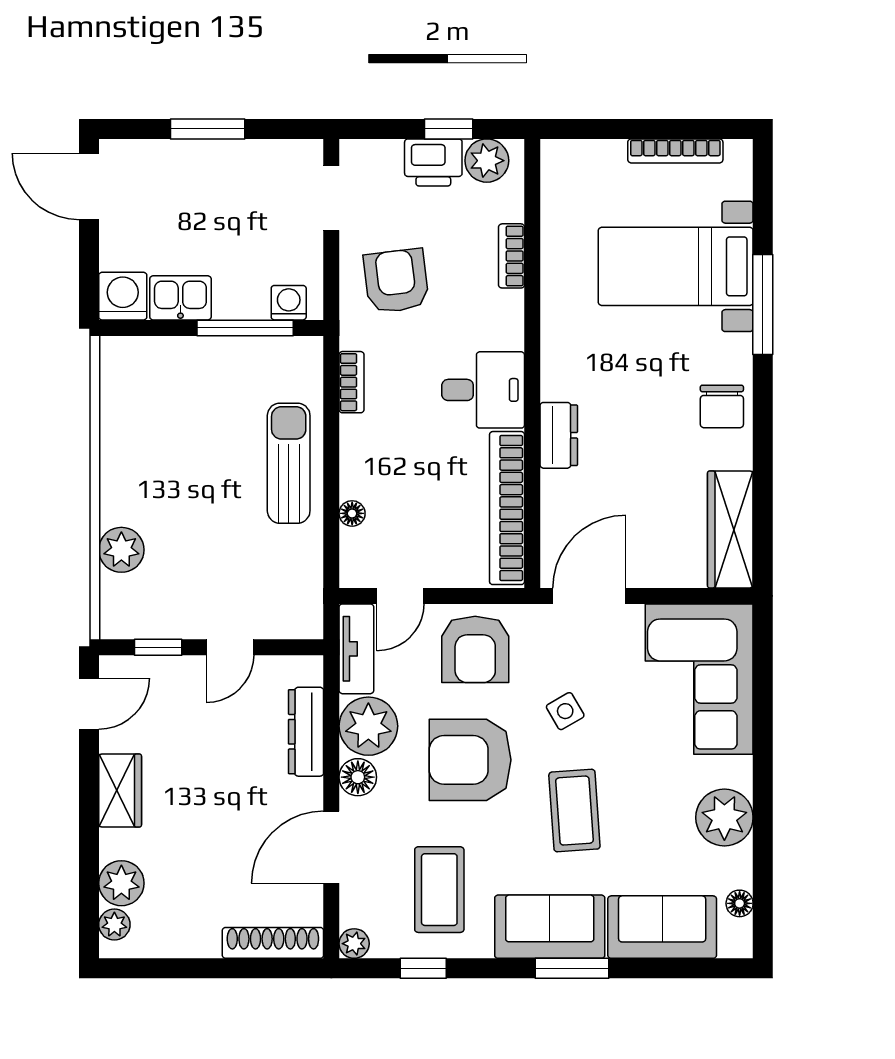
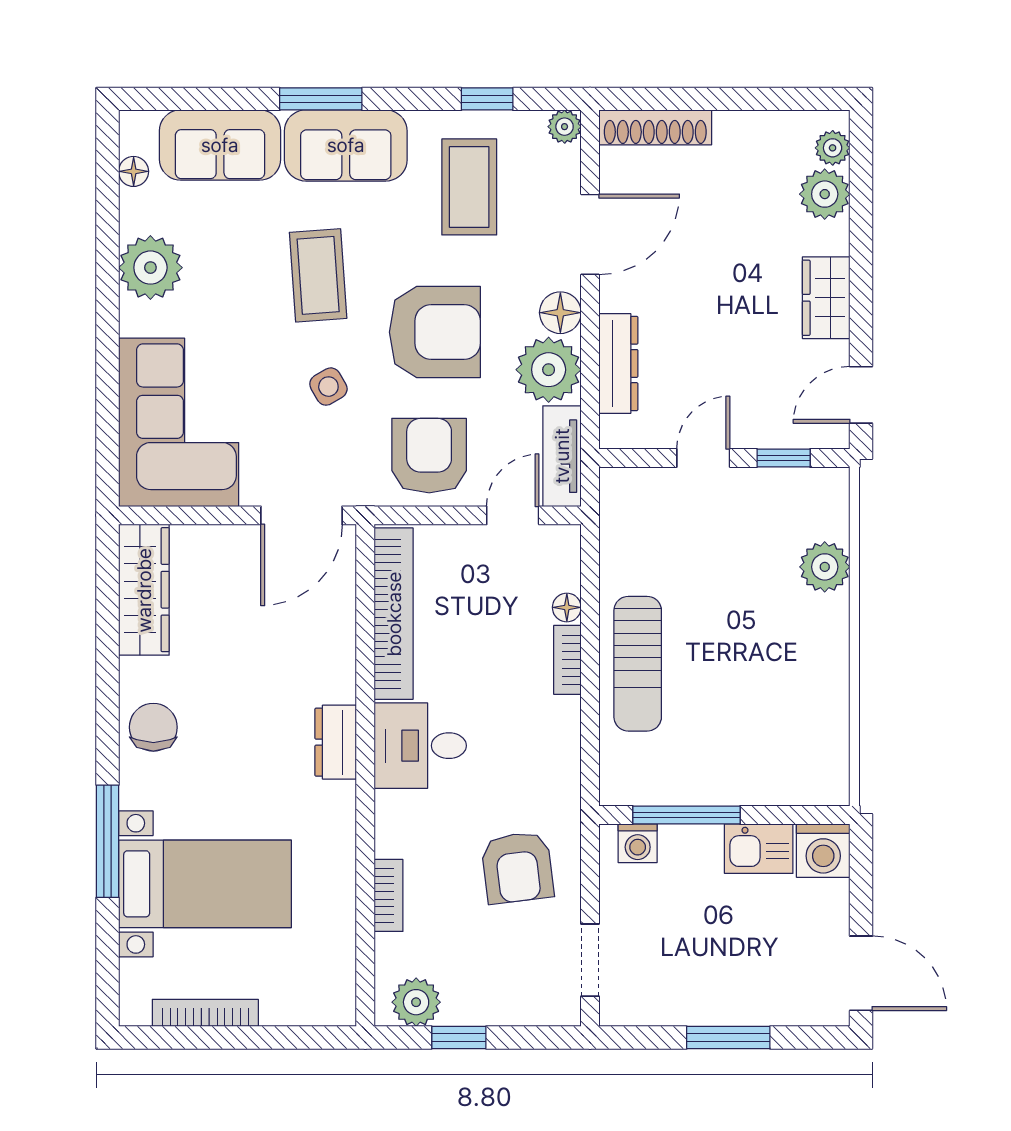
printer: (433, 162) -> (476, 1000), removed
bookcase: (352, 382) -> (567, 660), moved
dresser: (559, 435) -> (336, 742), moved

